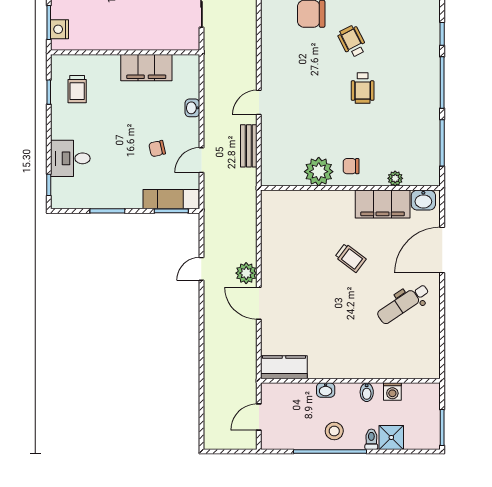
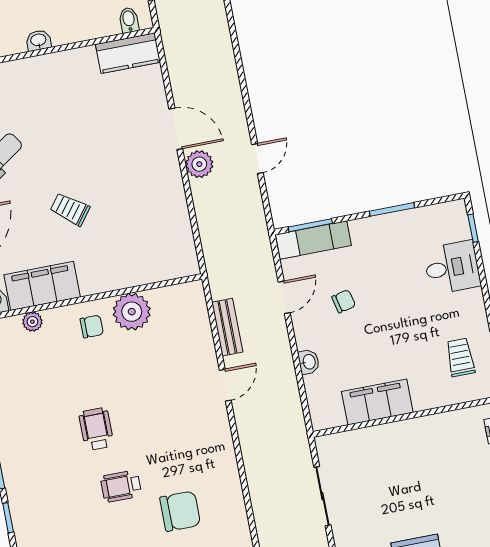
wheelchair: (352, 41) -> (121, 486), turned 117
washbasin: (326, 390) -> (38, 40), moved
bidet: (367, 392) -> (129, 20), moved

